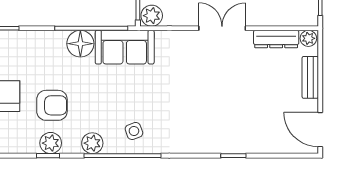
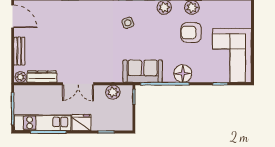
plant: (152, 16) -> (113, 92), moved
floor lamp: (80, 44) -> (183, 74), moved
side table: (134, 131) -> (128, 23), moved

